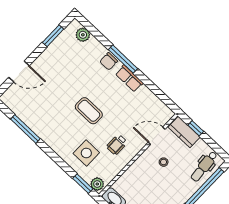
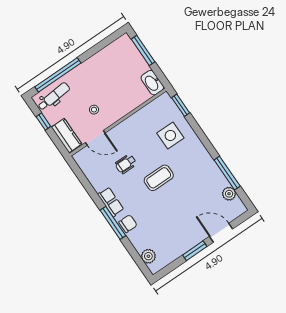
window: (53, 36) -> (195, 251), moved
coffee table: (89, 111) -> (159, 178), turned 90
window: (196, 128) -> (43, 121), moved
wheelchair: (117, 145) -> (126, 164), moved, turned 180
plant: (97, 184) -> (229, 194), moved

